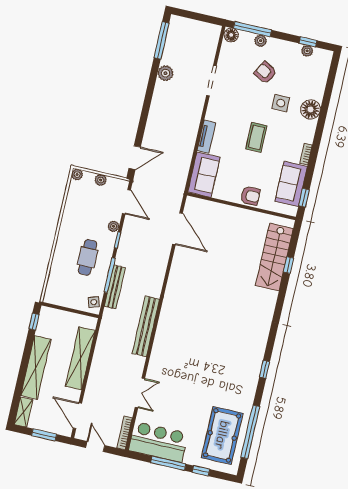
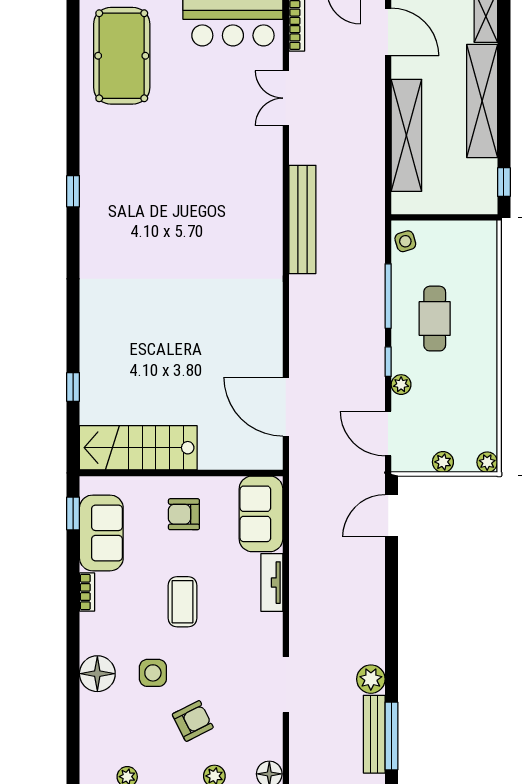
armchair: (265, 73) -> (193, 721), turned -56
armchair: (250, 196) -> (184, 514), moved
stairs: (274, 257) -> (138, 448), moved, turned -90
bench: (115, 287) -> (374, 734), moved
window: (250, 432) -> (73, 74), removed

